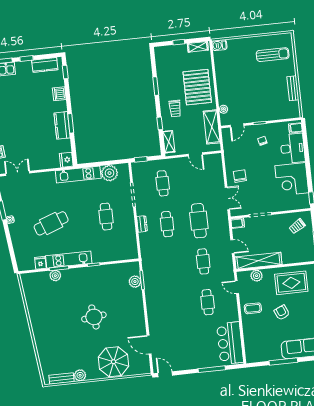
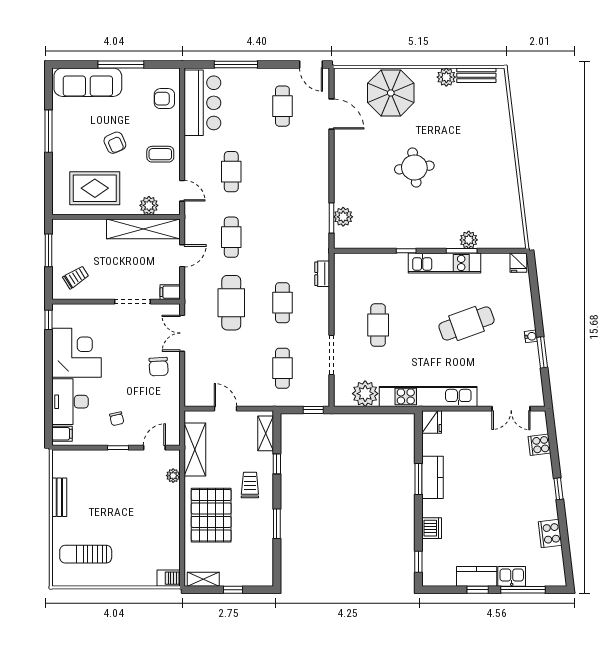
kitchen counter: (45, 65) -> (477, 576), moved
kitchen unit: (78, 175) -> (428, 396), width x1.36
dresser: (142, 224) -> (322, 274), moved
door: (232, 247) -> (182, 256), swing flipped
fridge: (40, 263) -> (518, 263), moved
armchair: (254, 343) -> (164, 99), added
cafe table: (180, 346) -> (282, 106), added

